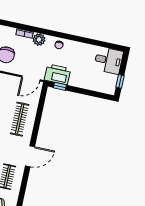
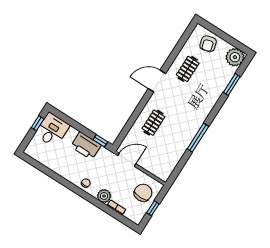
desk: (109, 60) -> (52, 130), moved, turned 90
printer: (58, 74) -> (86, 146), moved
clothes rail: (20, 119) -> (153, 123), width x0.73

